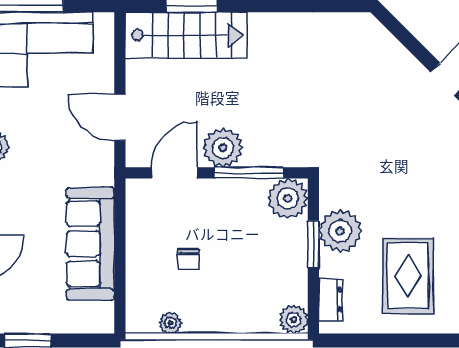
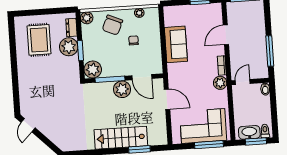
stairs: (186, 35) -> (121, 138), moved
door: (175, 173) -> (142, 77), hinge flipped
plant: (340, 231) -> (69, 47), moved
sofa: (90, 244) -> (176, 44), width x0.73
chair: (235, 299) -> (112, 25), added

